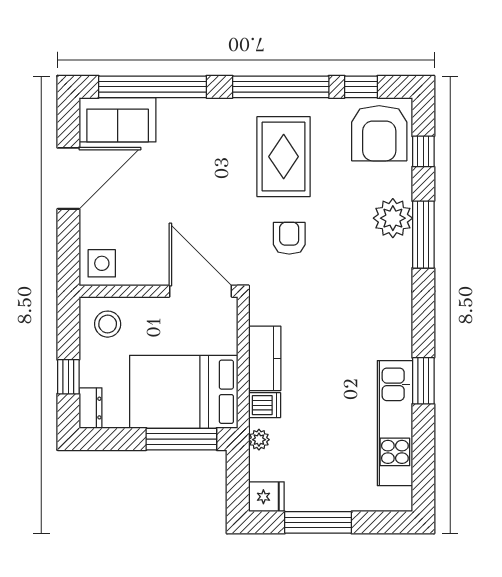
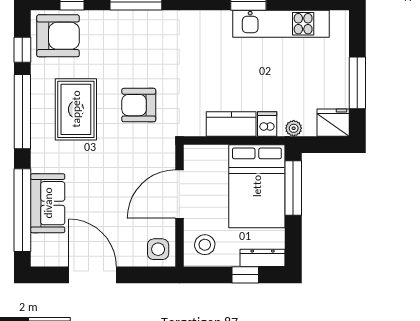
sofa: (118, 120) -> (48, 203), moved
rug: (284, 157) -> (76, 109), turned 90
plant: (393, 218) -> (123, 25), removed
armchair: (289, 238) -> (139, 105), width x1.38, depth x1.38
door: (201, 291) -> (179, 194), moved
dresser: (91, 408) -> (263, 258), width x1.44
fridge: (266, 497) -> (333, 123), width x1.38

